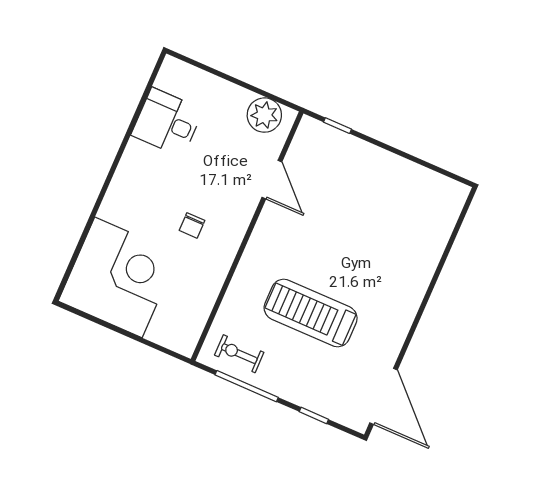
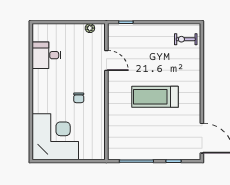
plant: (264, 115) -> (90, 28), width x0.53, depth x0.53
treadmill: (311, 313) -> (155, 97), moved
exercise bike: (239, 354) -> (186, 39), moved

